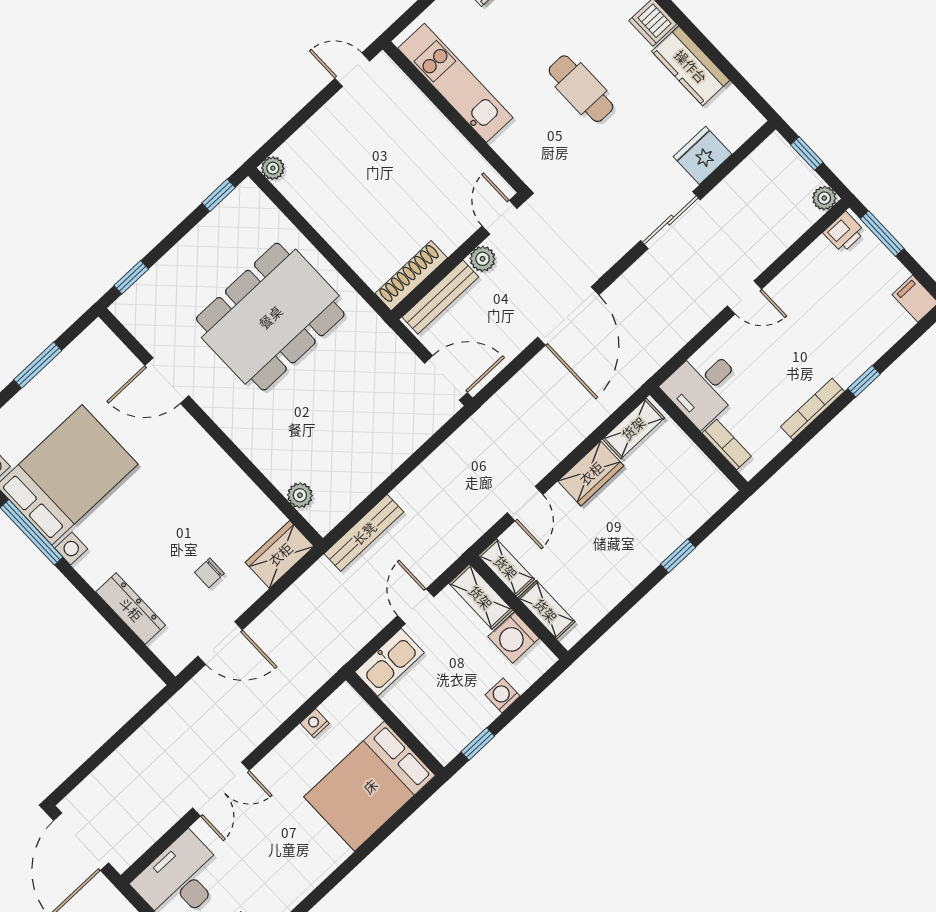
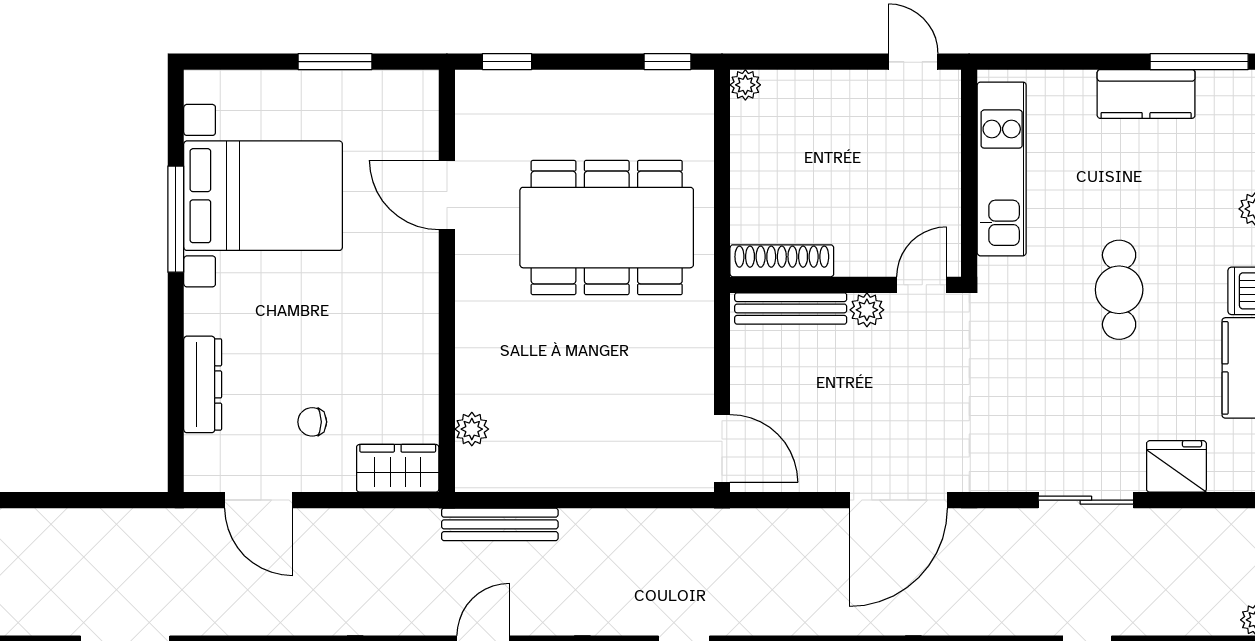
door: (500, 217) -> (922, 285), moved
wall: (458, 256) -> (846, 285), moved
plant: (483, 259) -> (867, 310), moved
shoe rack: (411, 276) -> (782, 261), moved
bench: (440, 297) -> (791, 308), moved

